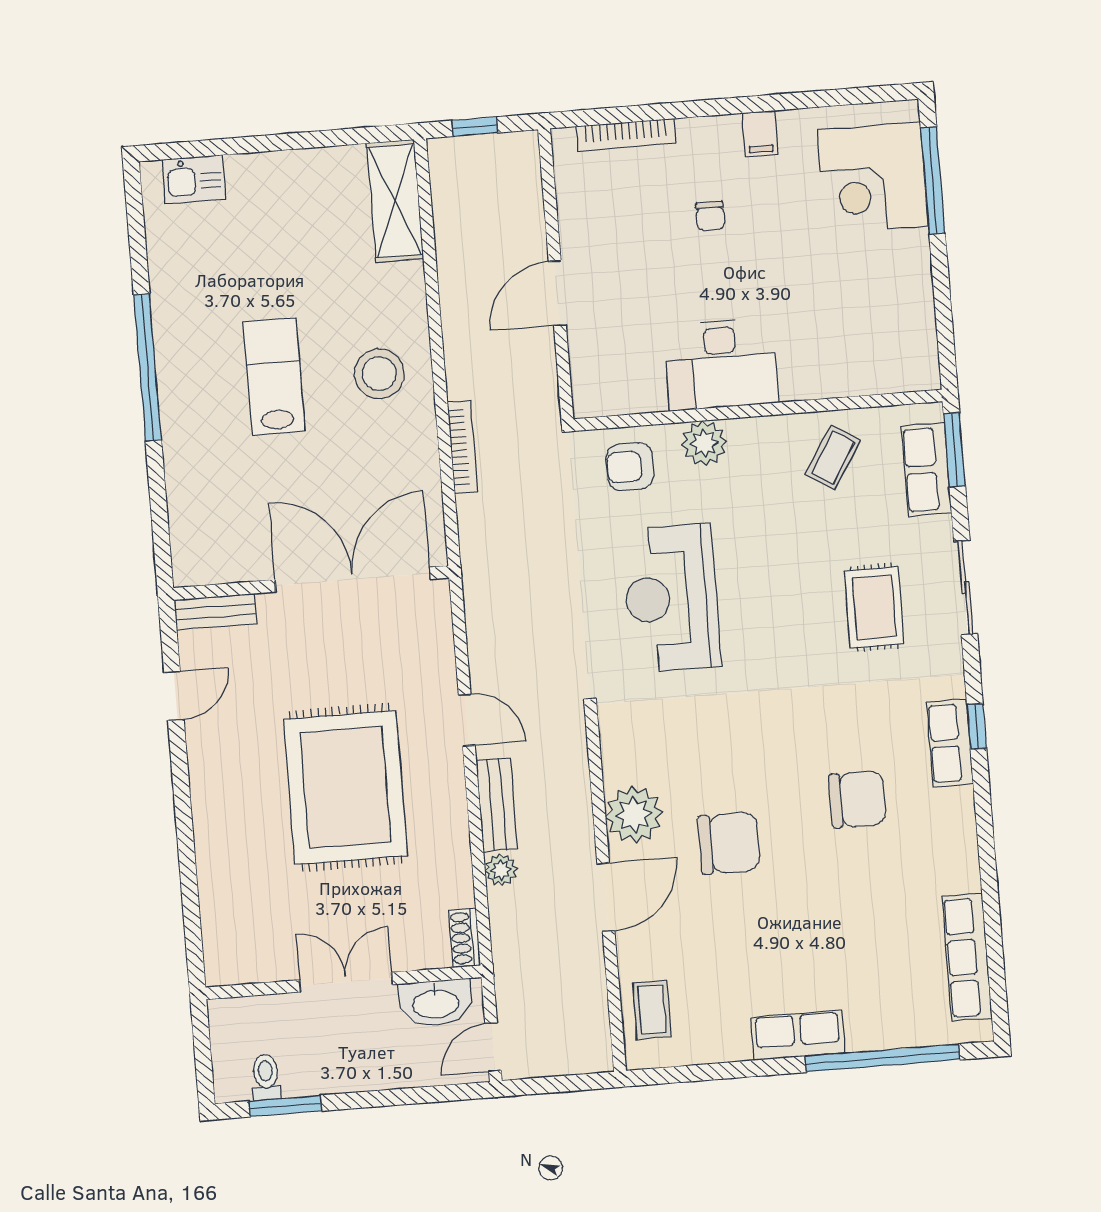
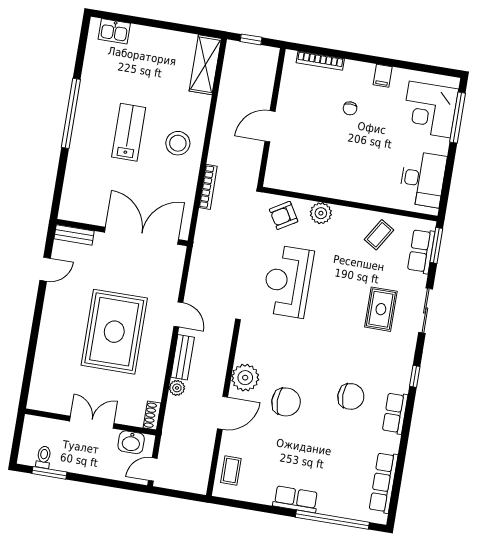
desk: (721, 364) -> (423, 179), moved, turned -90
armchair: (630, 467) -> (284, 215), turned -31
row of seats: (950, 743) -> (395, 413), moved
washbasin: (436, 1003) -> (131, 442), width x0.72

